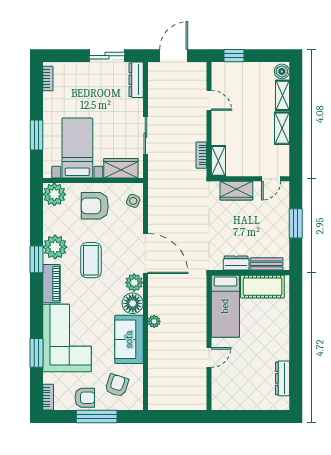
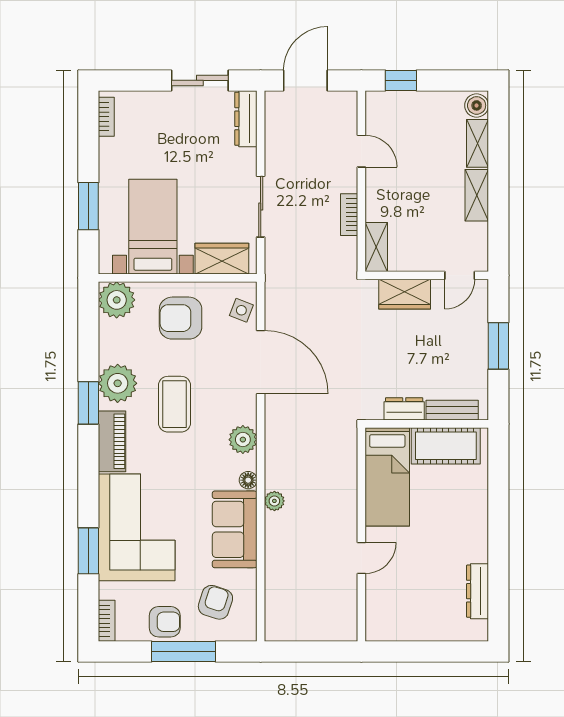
bookcase: (201, 155) -> (349, 215), moved
door: (145, 253) -> (261, 362), moved
floor lamp: (133, 303) -> (248, 480), width x0.53, depth x0.53

